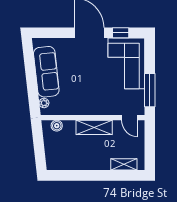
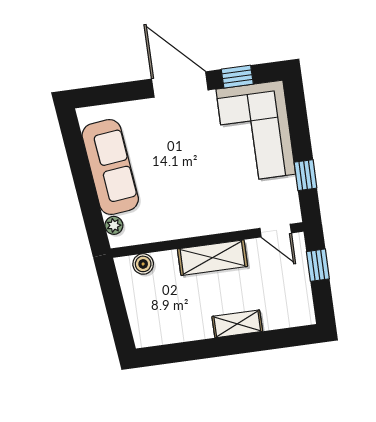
window: (150, 90) -> (305, 175), width x0.46
window: (150, 139) -> (318, 265), added
shelving: (124, 164) -> (237, 324), moved

